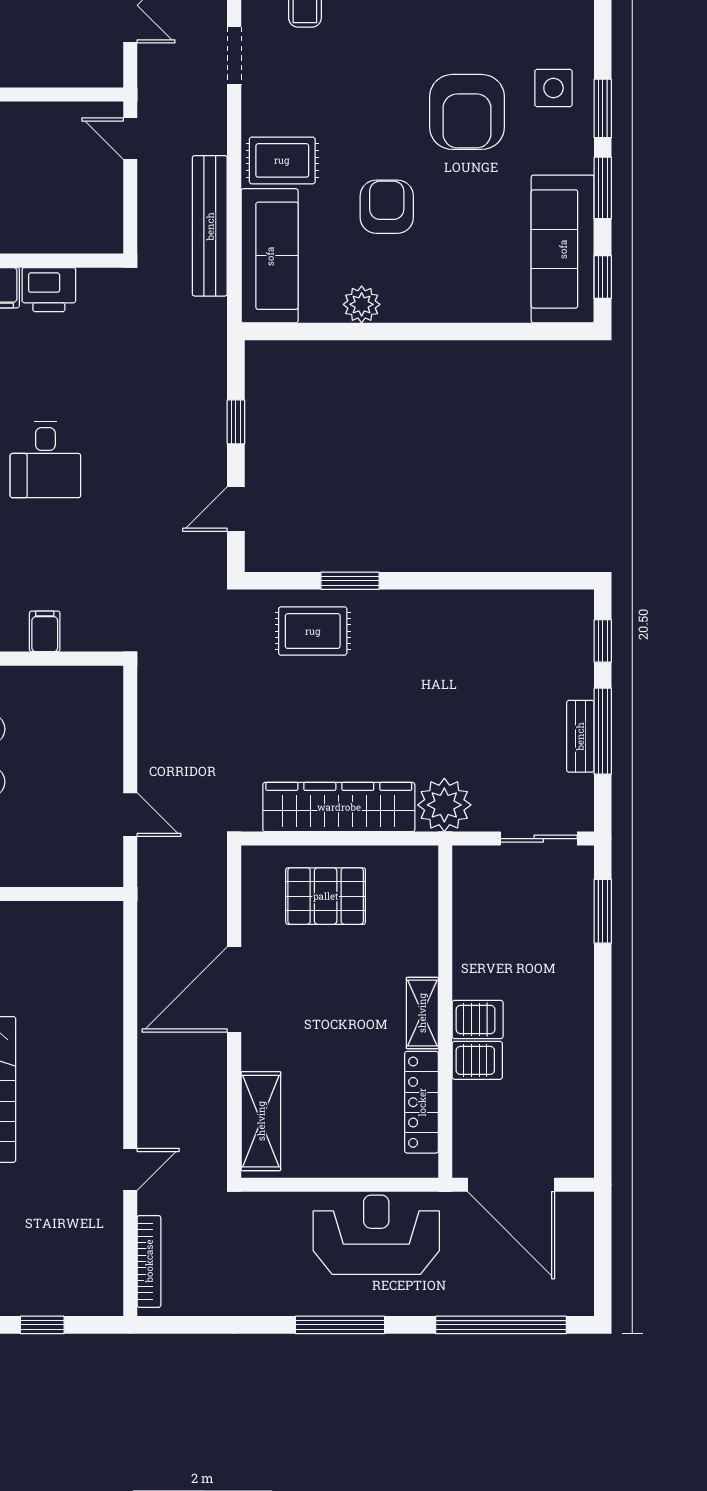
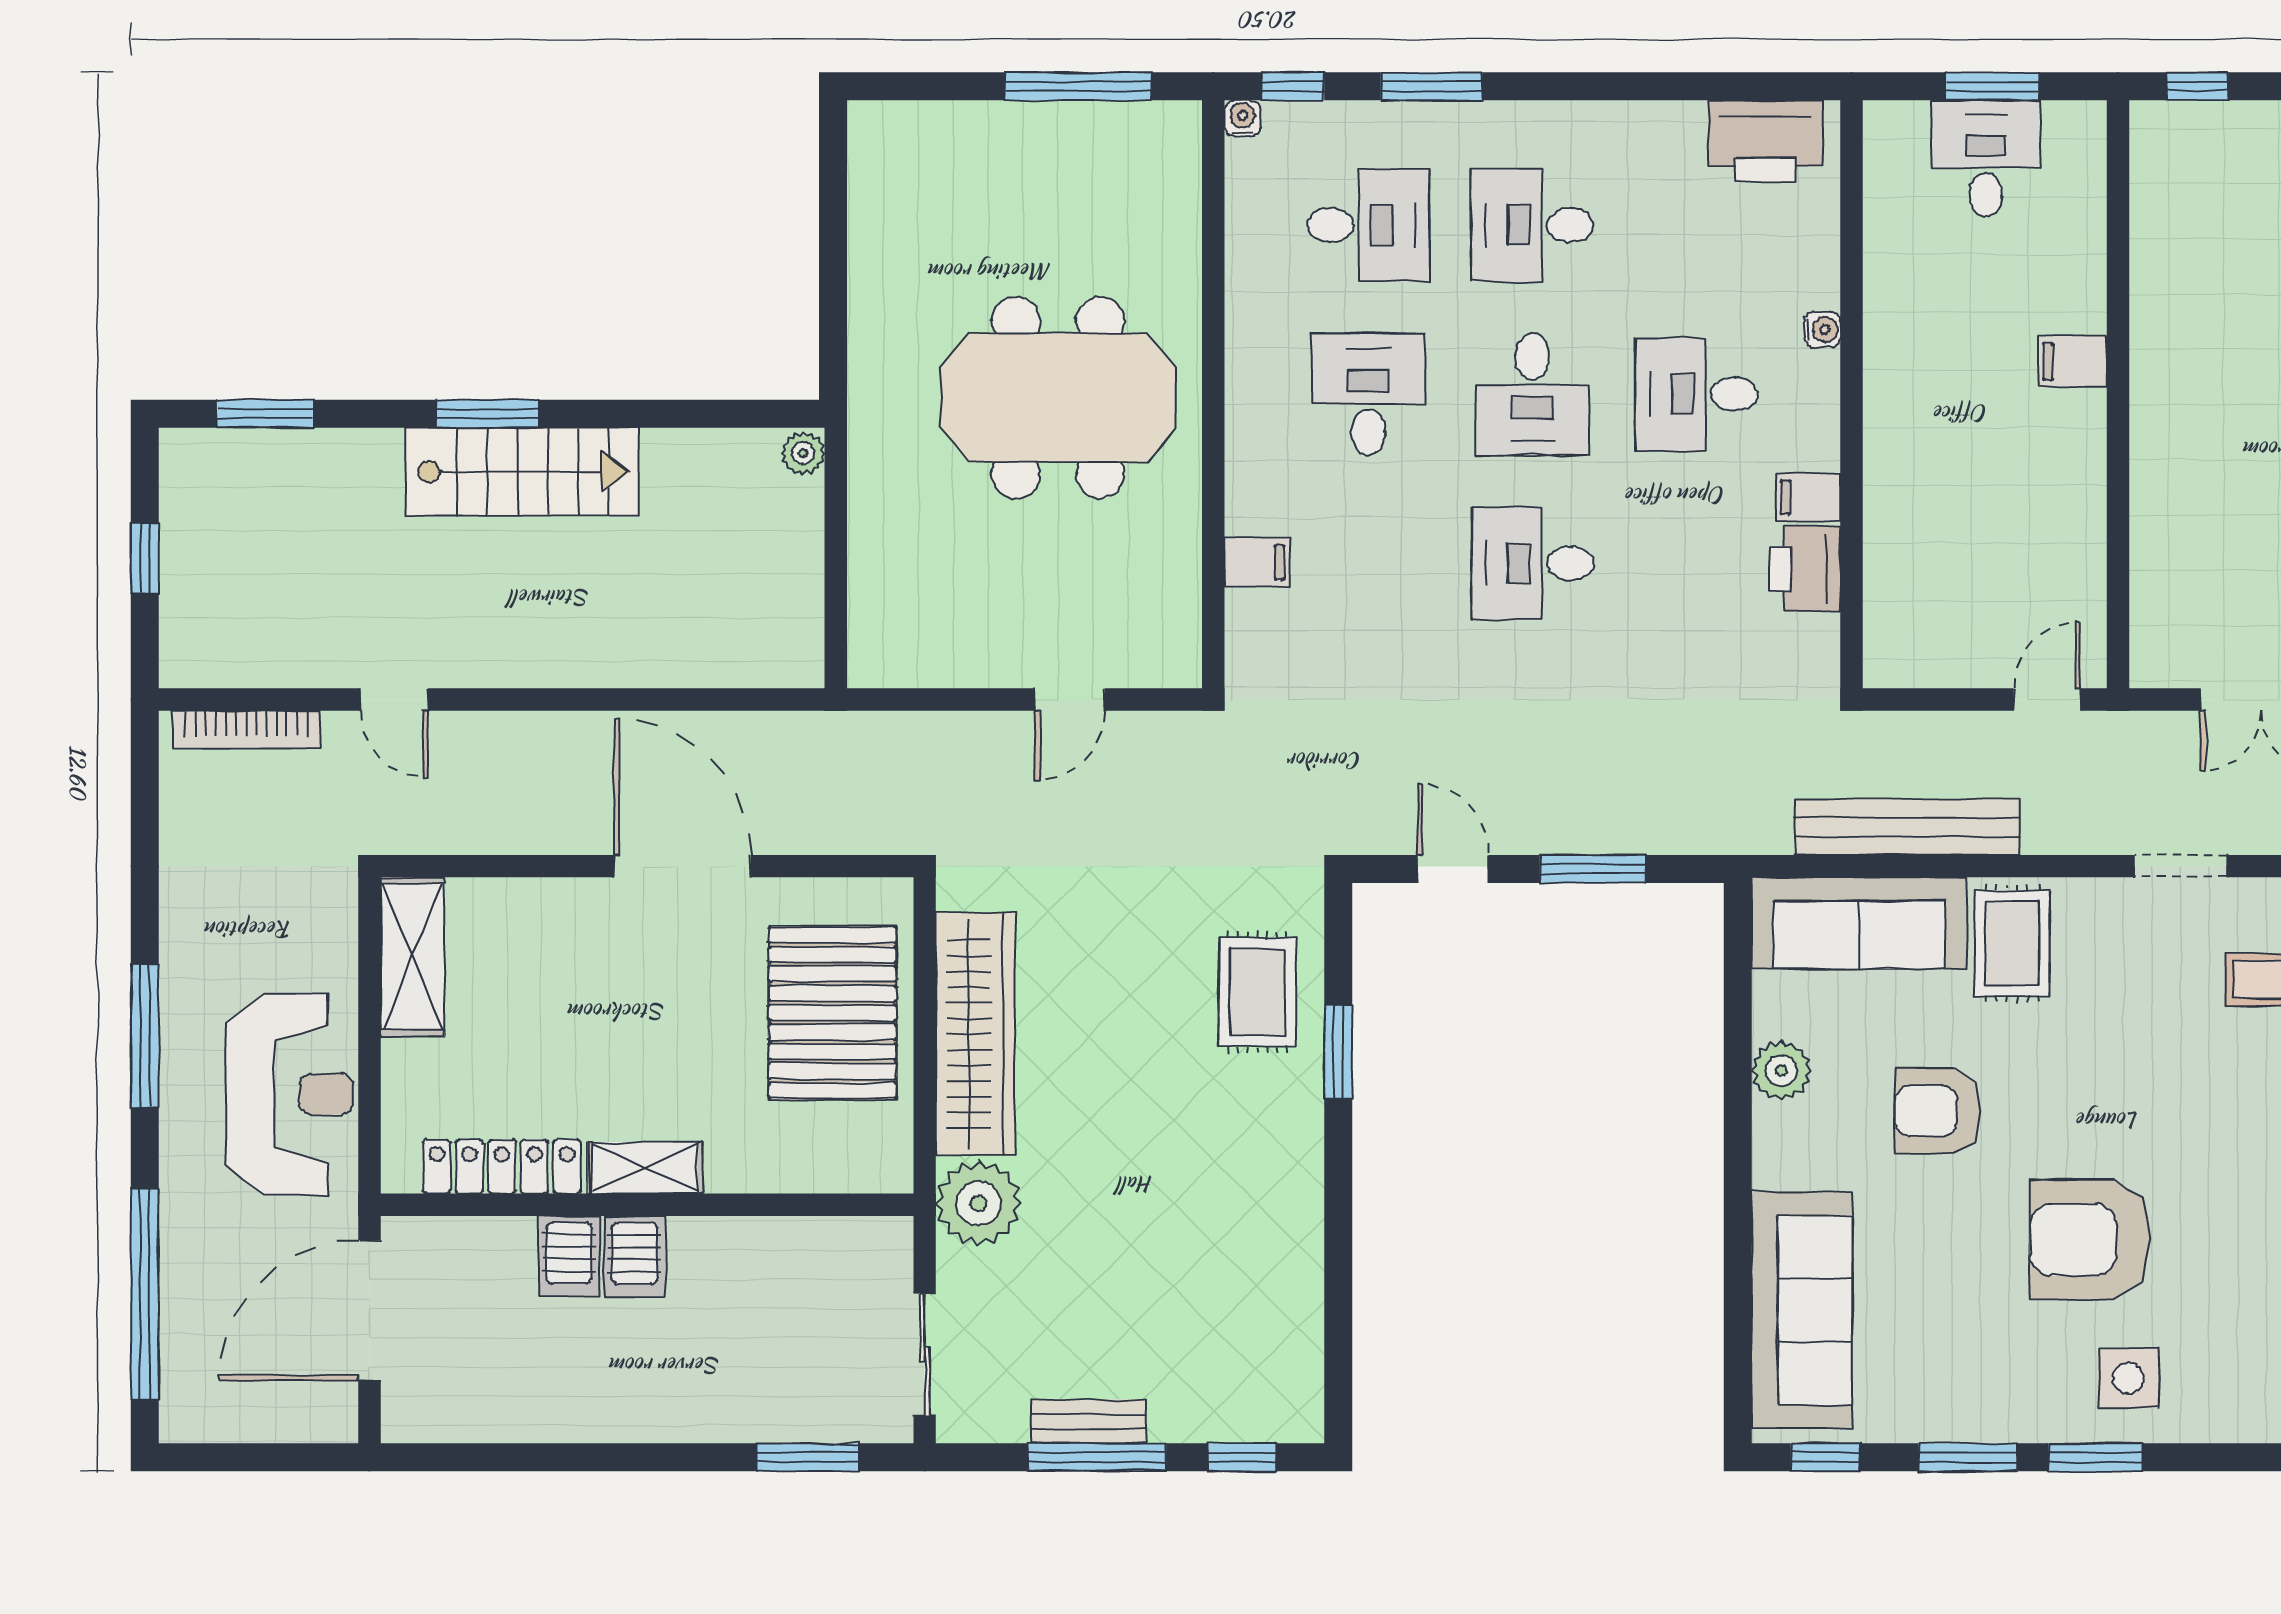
armchair: (387, 207) -> (1938, 1111), turned 180
sofa: (563, 249) -> (1802, 1310), moved, turned 90
window: (236, 422) -> (1593, 869), width x1.50
door: (130, 815) -> (1070, 700), moved
pallet: (326, 896) -> (832, 1013), width x1.37, depth x1.41
shelving: (261, 1121) -> (413, 957), moved, turned 90

